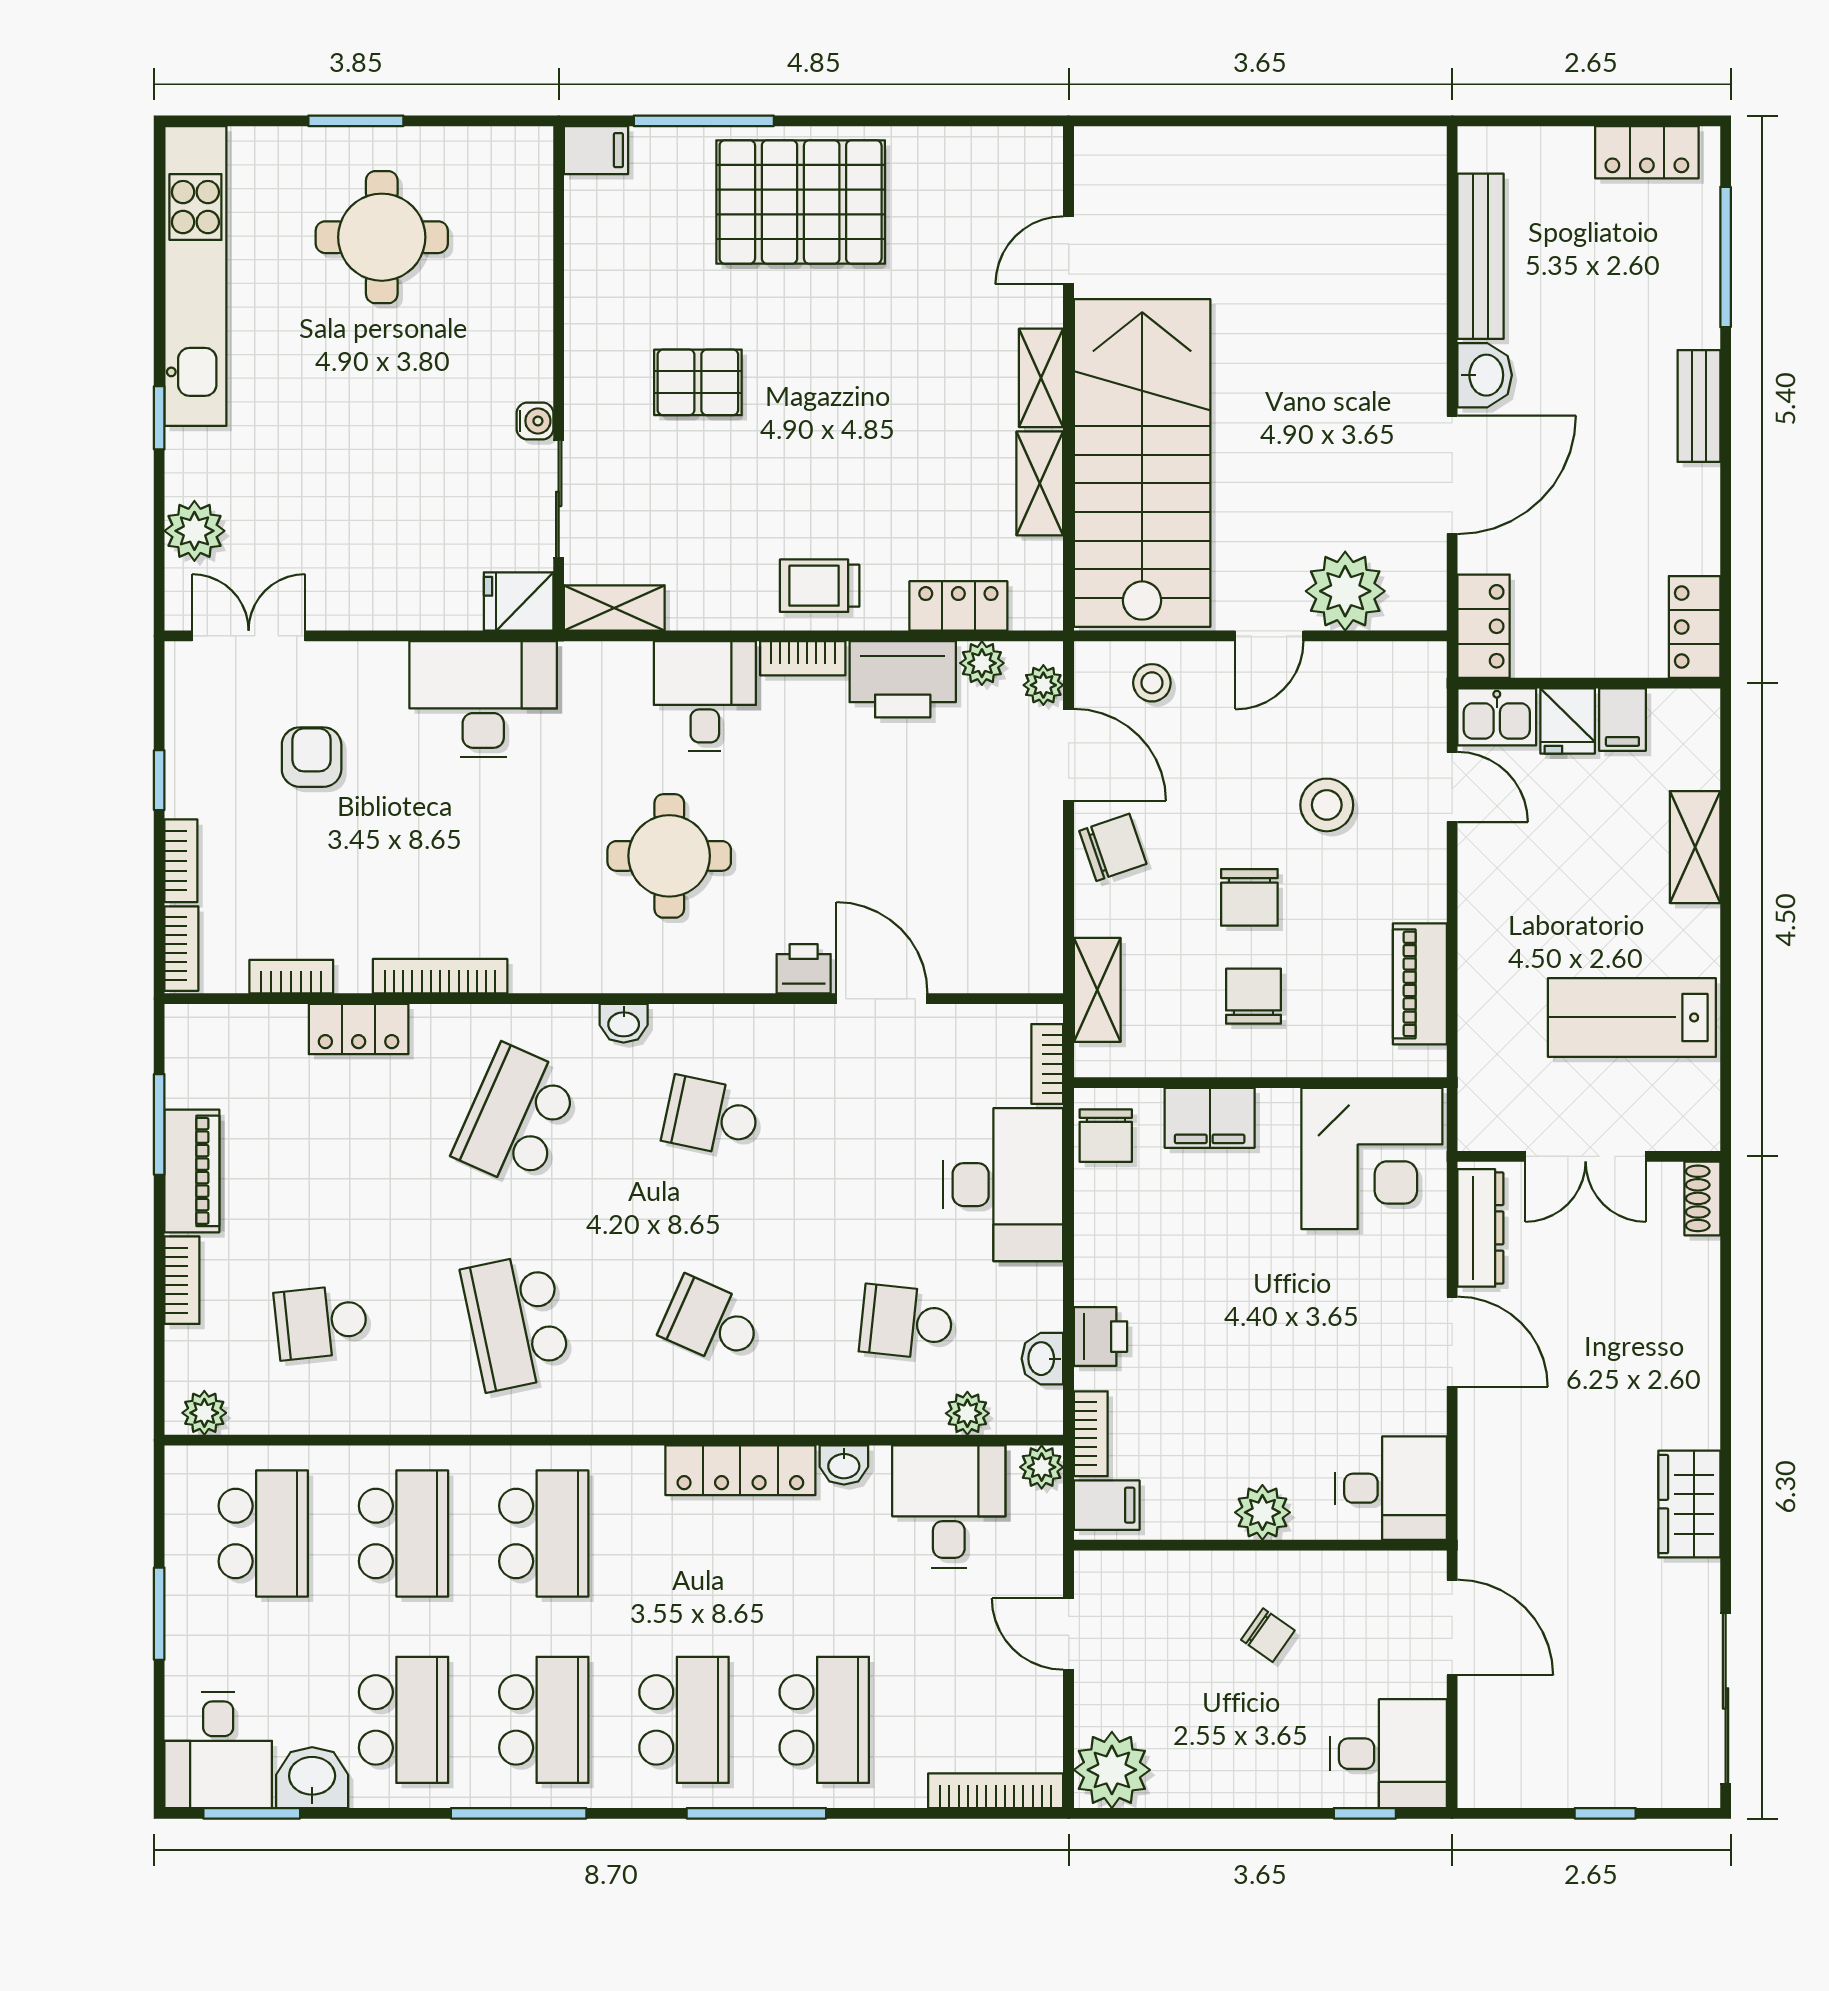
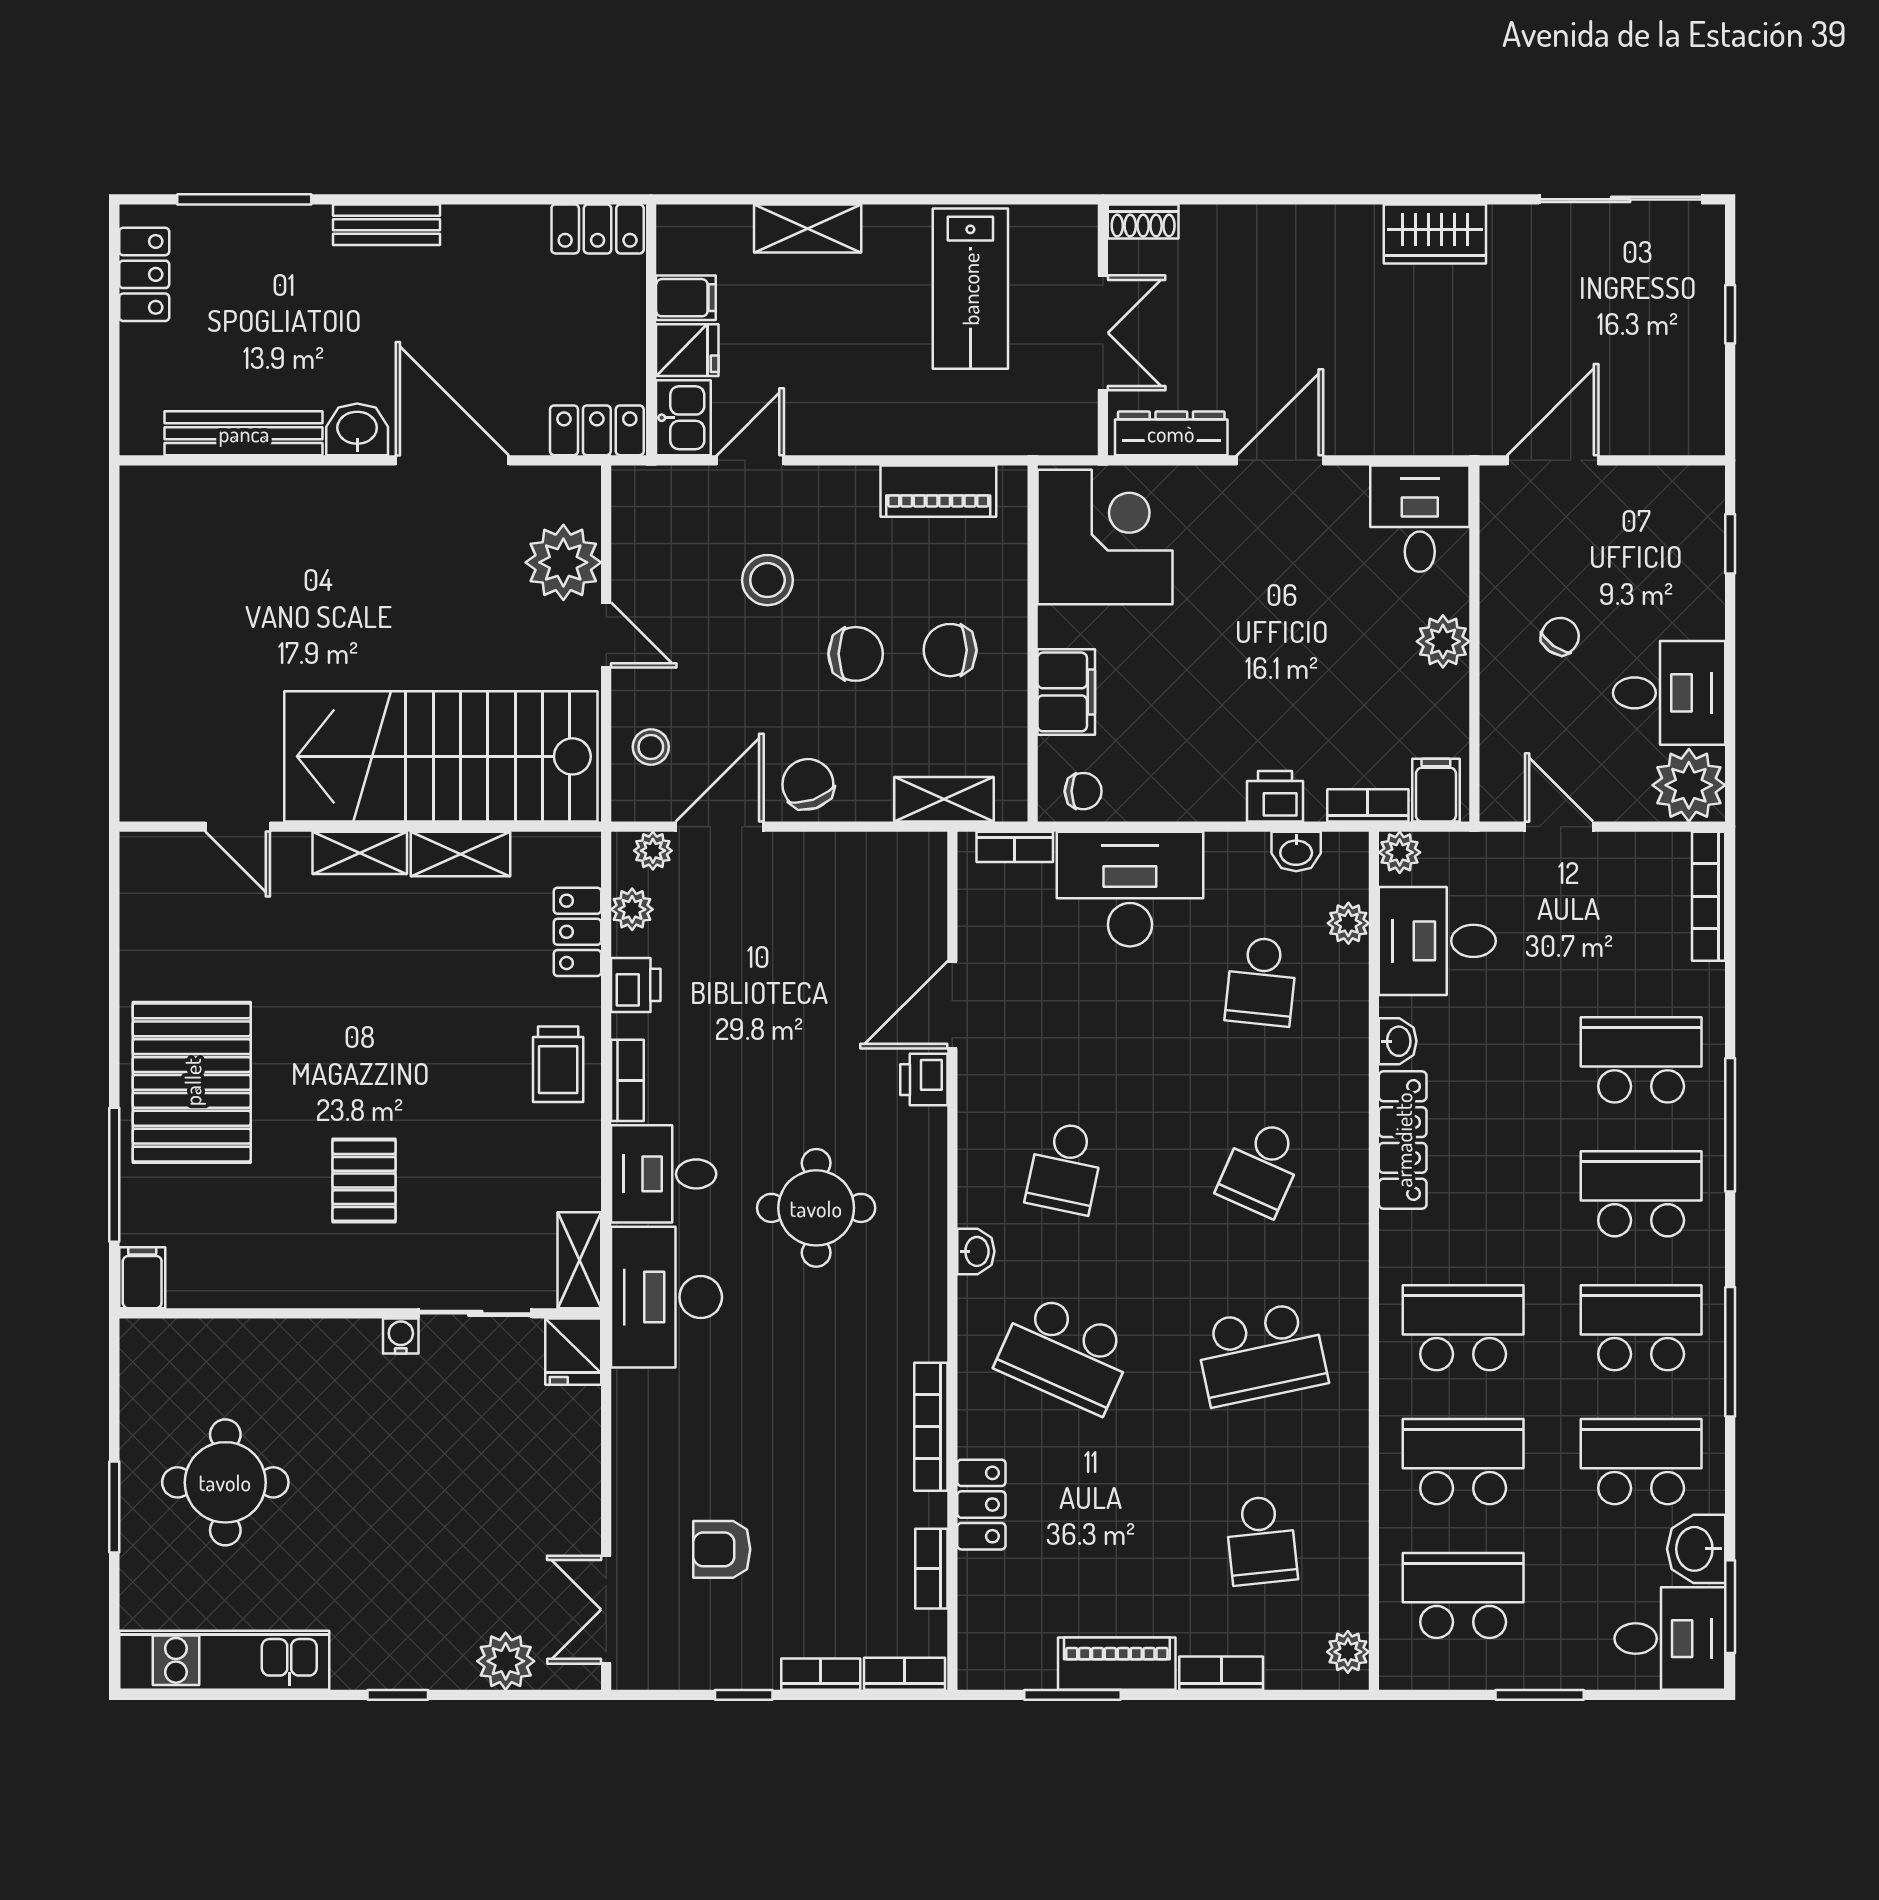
kitchen unit: (195, 276) -> (224, 1660), width x0.73
printer: (903, 679) -> (636, 985), width x0.53, depth x0.68
desk: (483, 699) -> (666, 1297), moved
chair: (1106, 1136) -> (1083, 791), width x0.73, depth x0.73
door: (1069, 1634) -> (1559, 827), swing flipped
desk: (1388, 1754) -> (1669, 693), moved, turned 90

